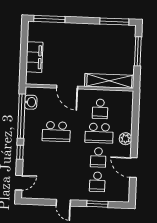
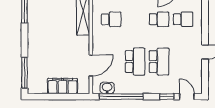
door: (67, 87) -> (91, 65), moved
school desk: (99, 133) -> (159, 62), moved
window: (20, 152) -> (167, 97), moved
window: (97, 204) -> (205, 18), removed

